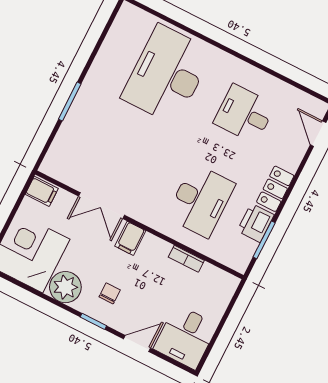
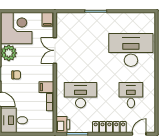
locker: (275, 189) -> (109, 127), width x1.53
desk: (201, 200) -> (81, 95), turned 180
printer: (256, 223) -> (63, 124), moved, turned 90
filing cabinet: (130, 238) -> (46, 87), moved

